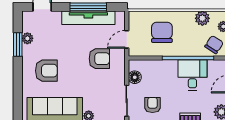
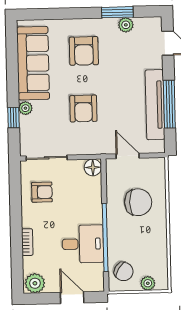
plant: (202, 18) -> (158, 255), removed
armchair: (99, 59) -> (83, 109), moved
floor lamp: (135, 77) -> (93, 167), moved

